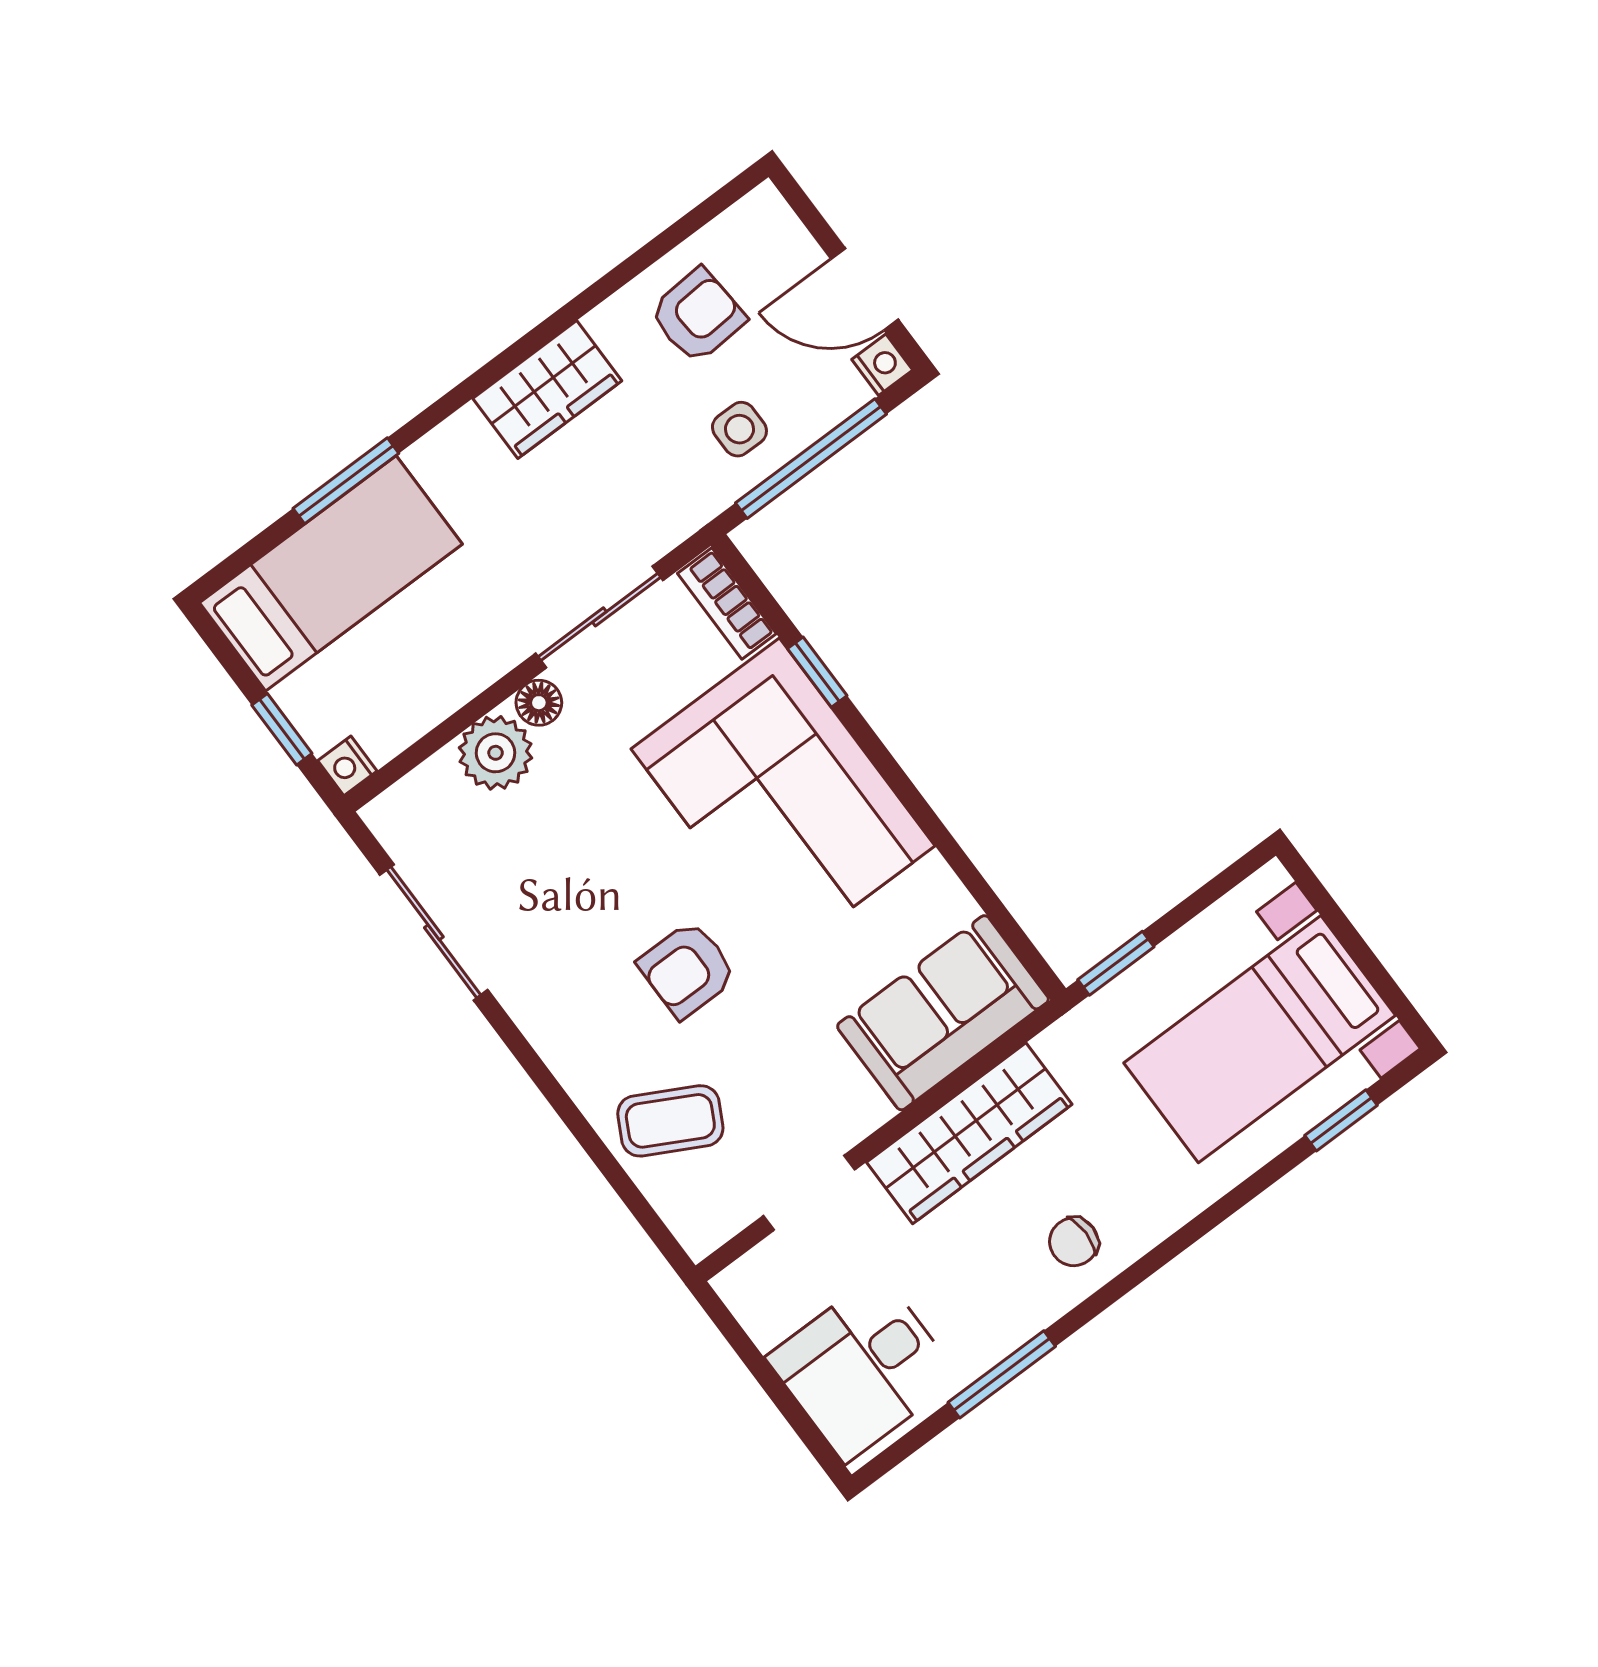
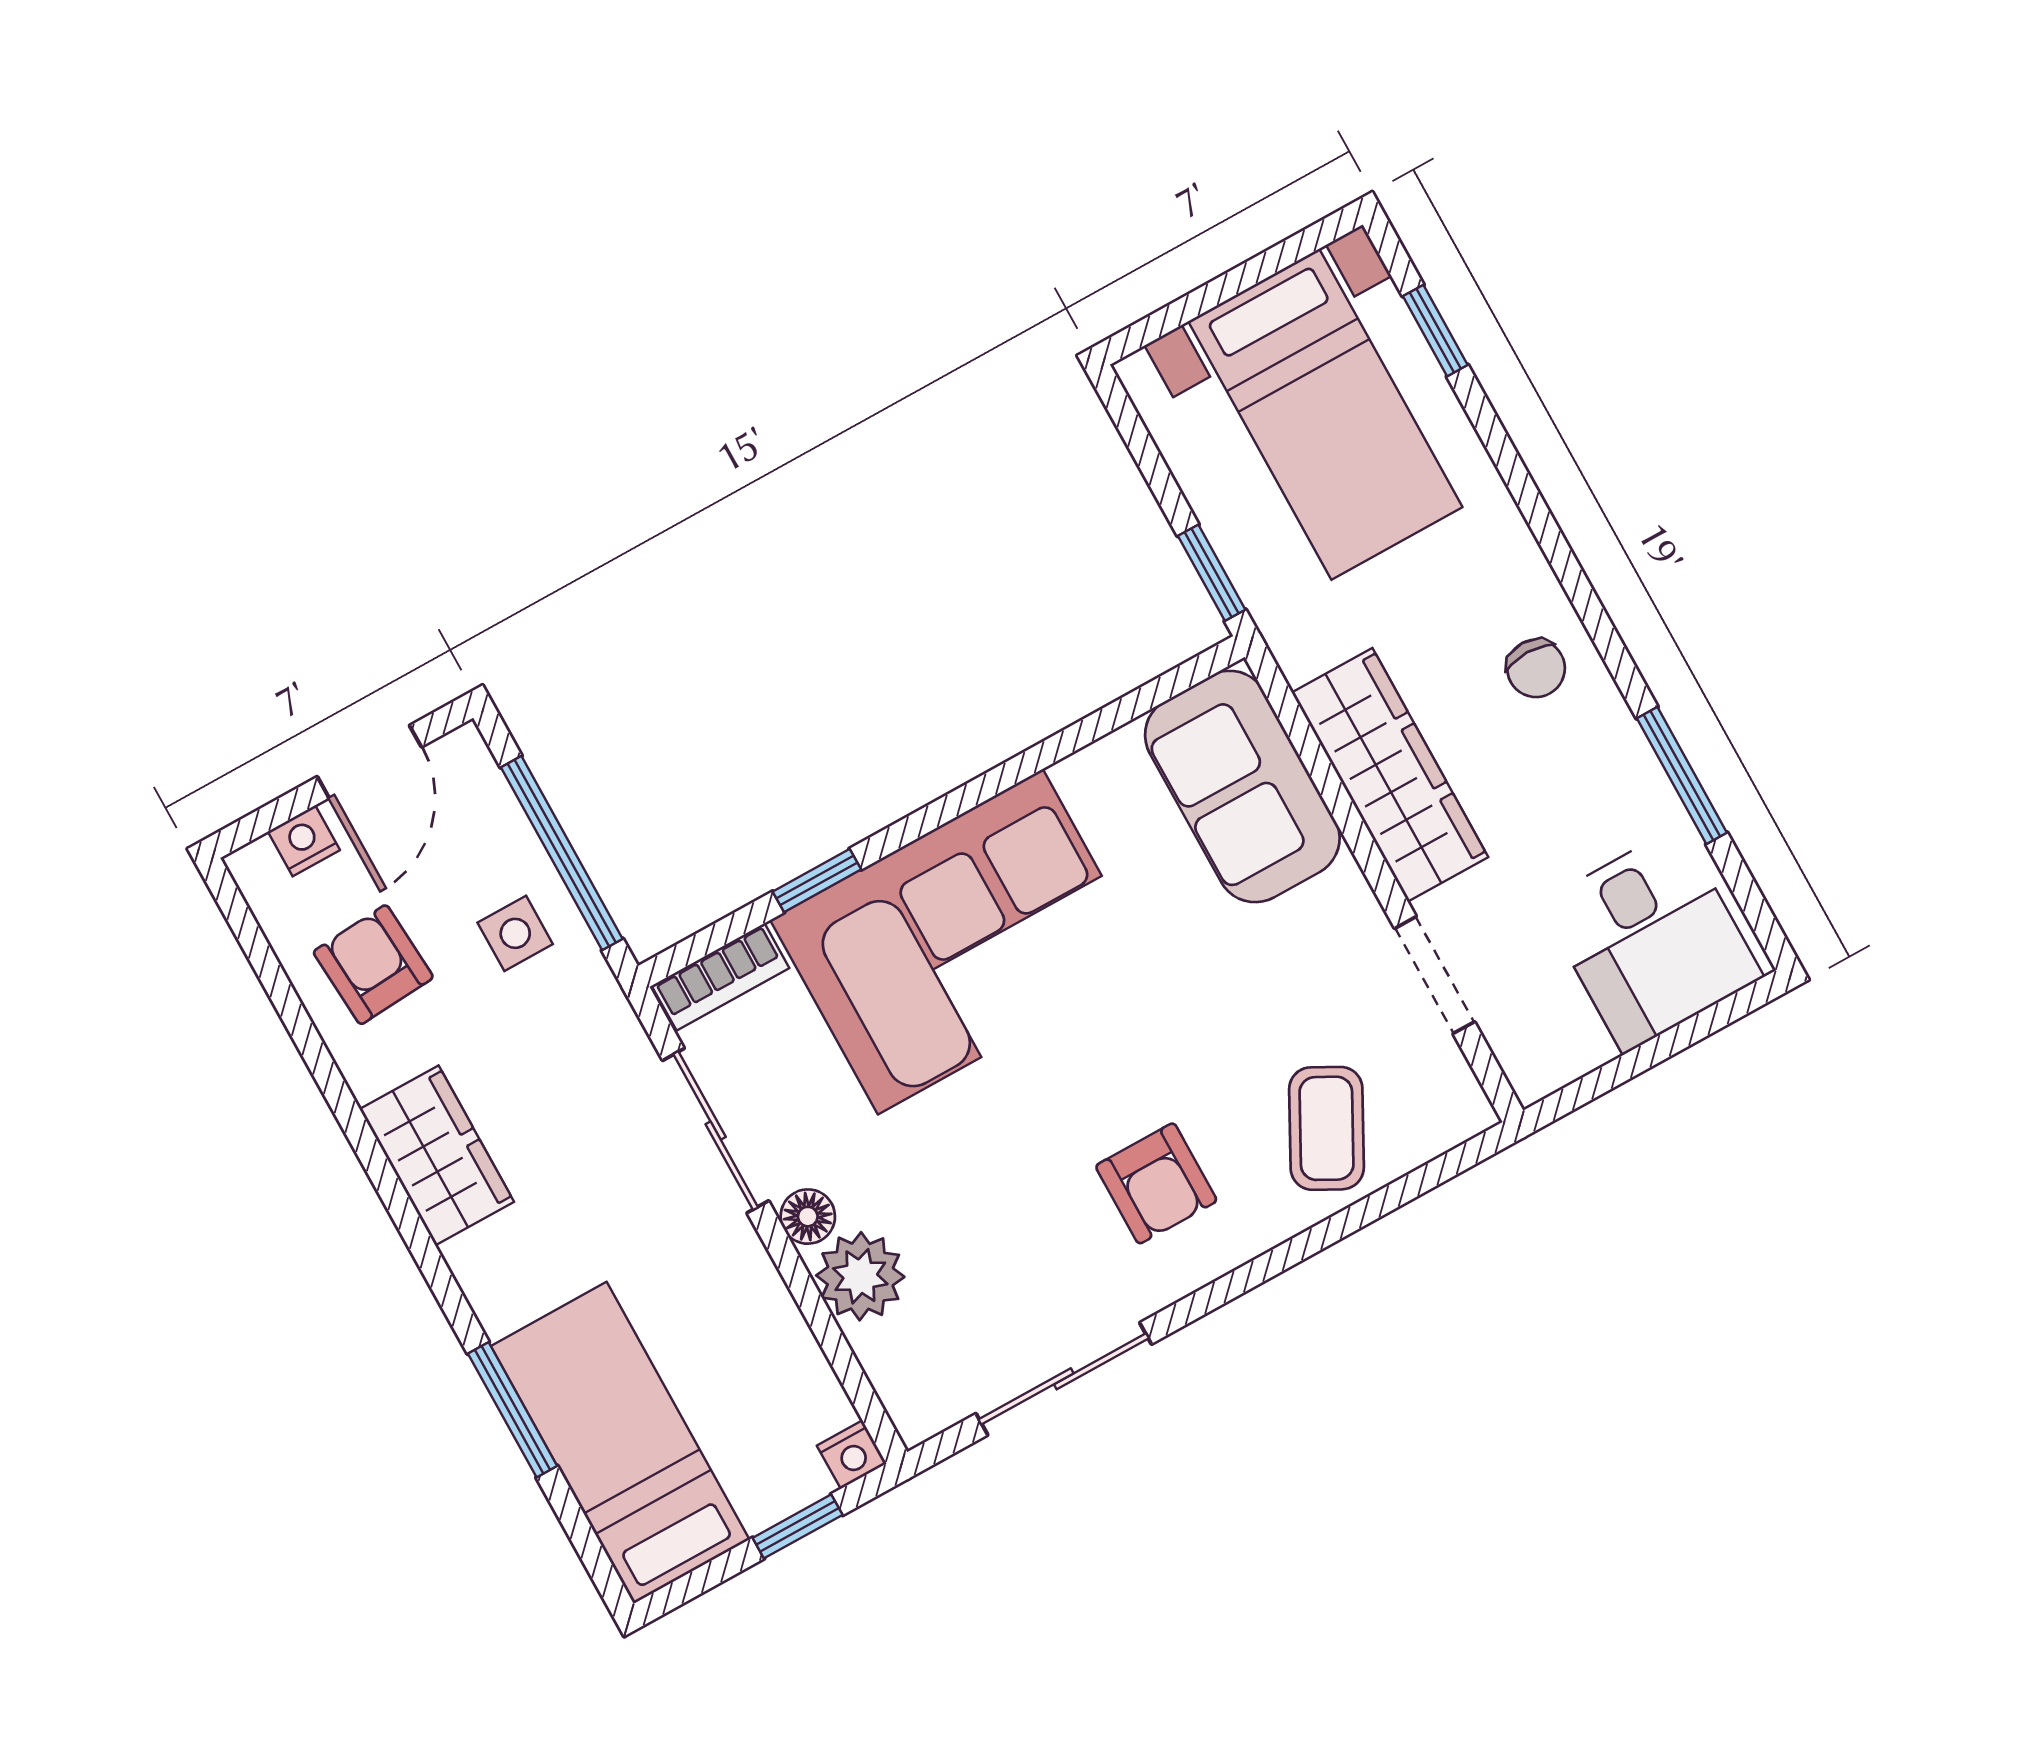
nightstand: (882, 365) -> (304, 841), moved
armchair: (687, 970) -> (1156, 1183), moved

